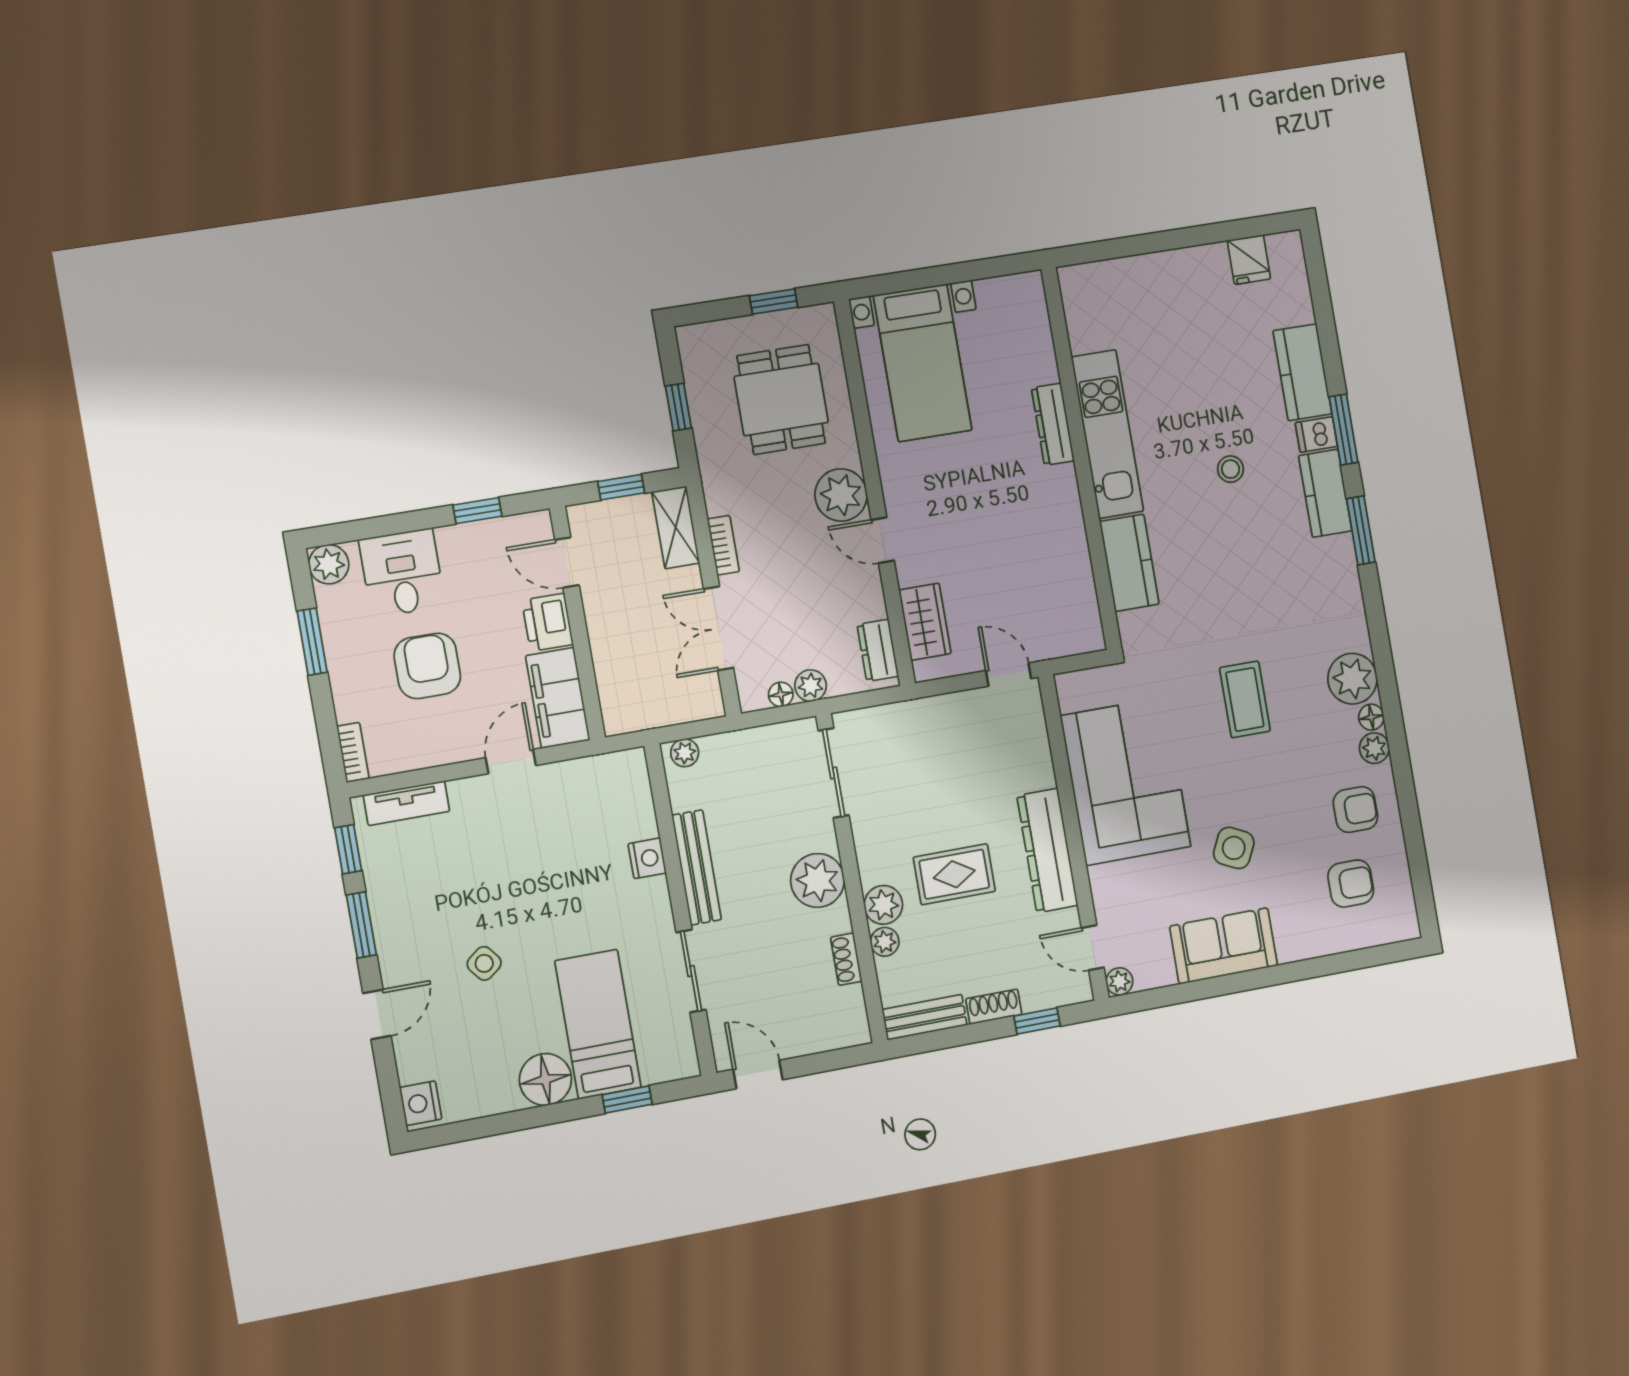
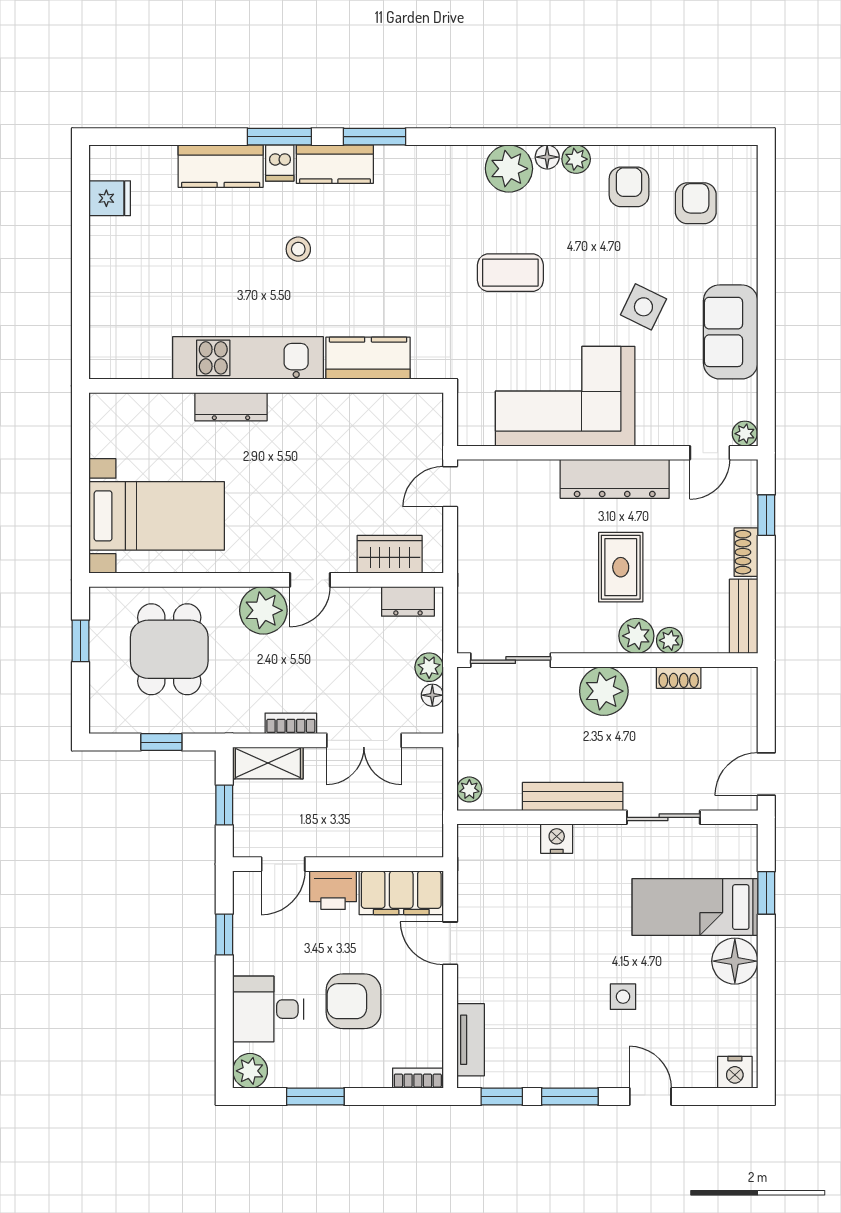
dining table: (781, 400) -> (169, 649), turned 90
side table: (484, 963) -> (623, 997), turned 38

